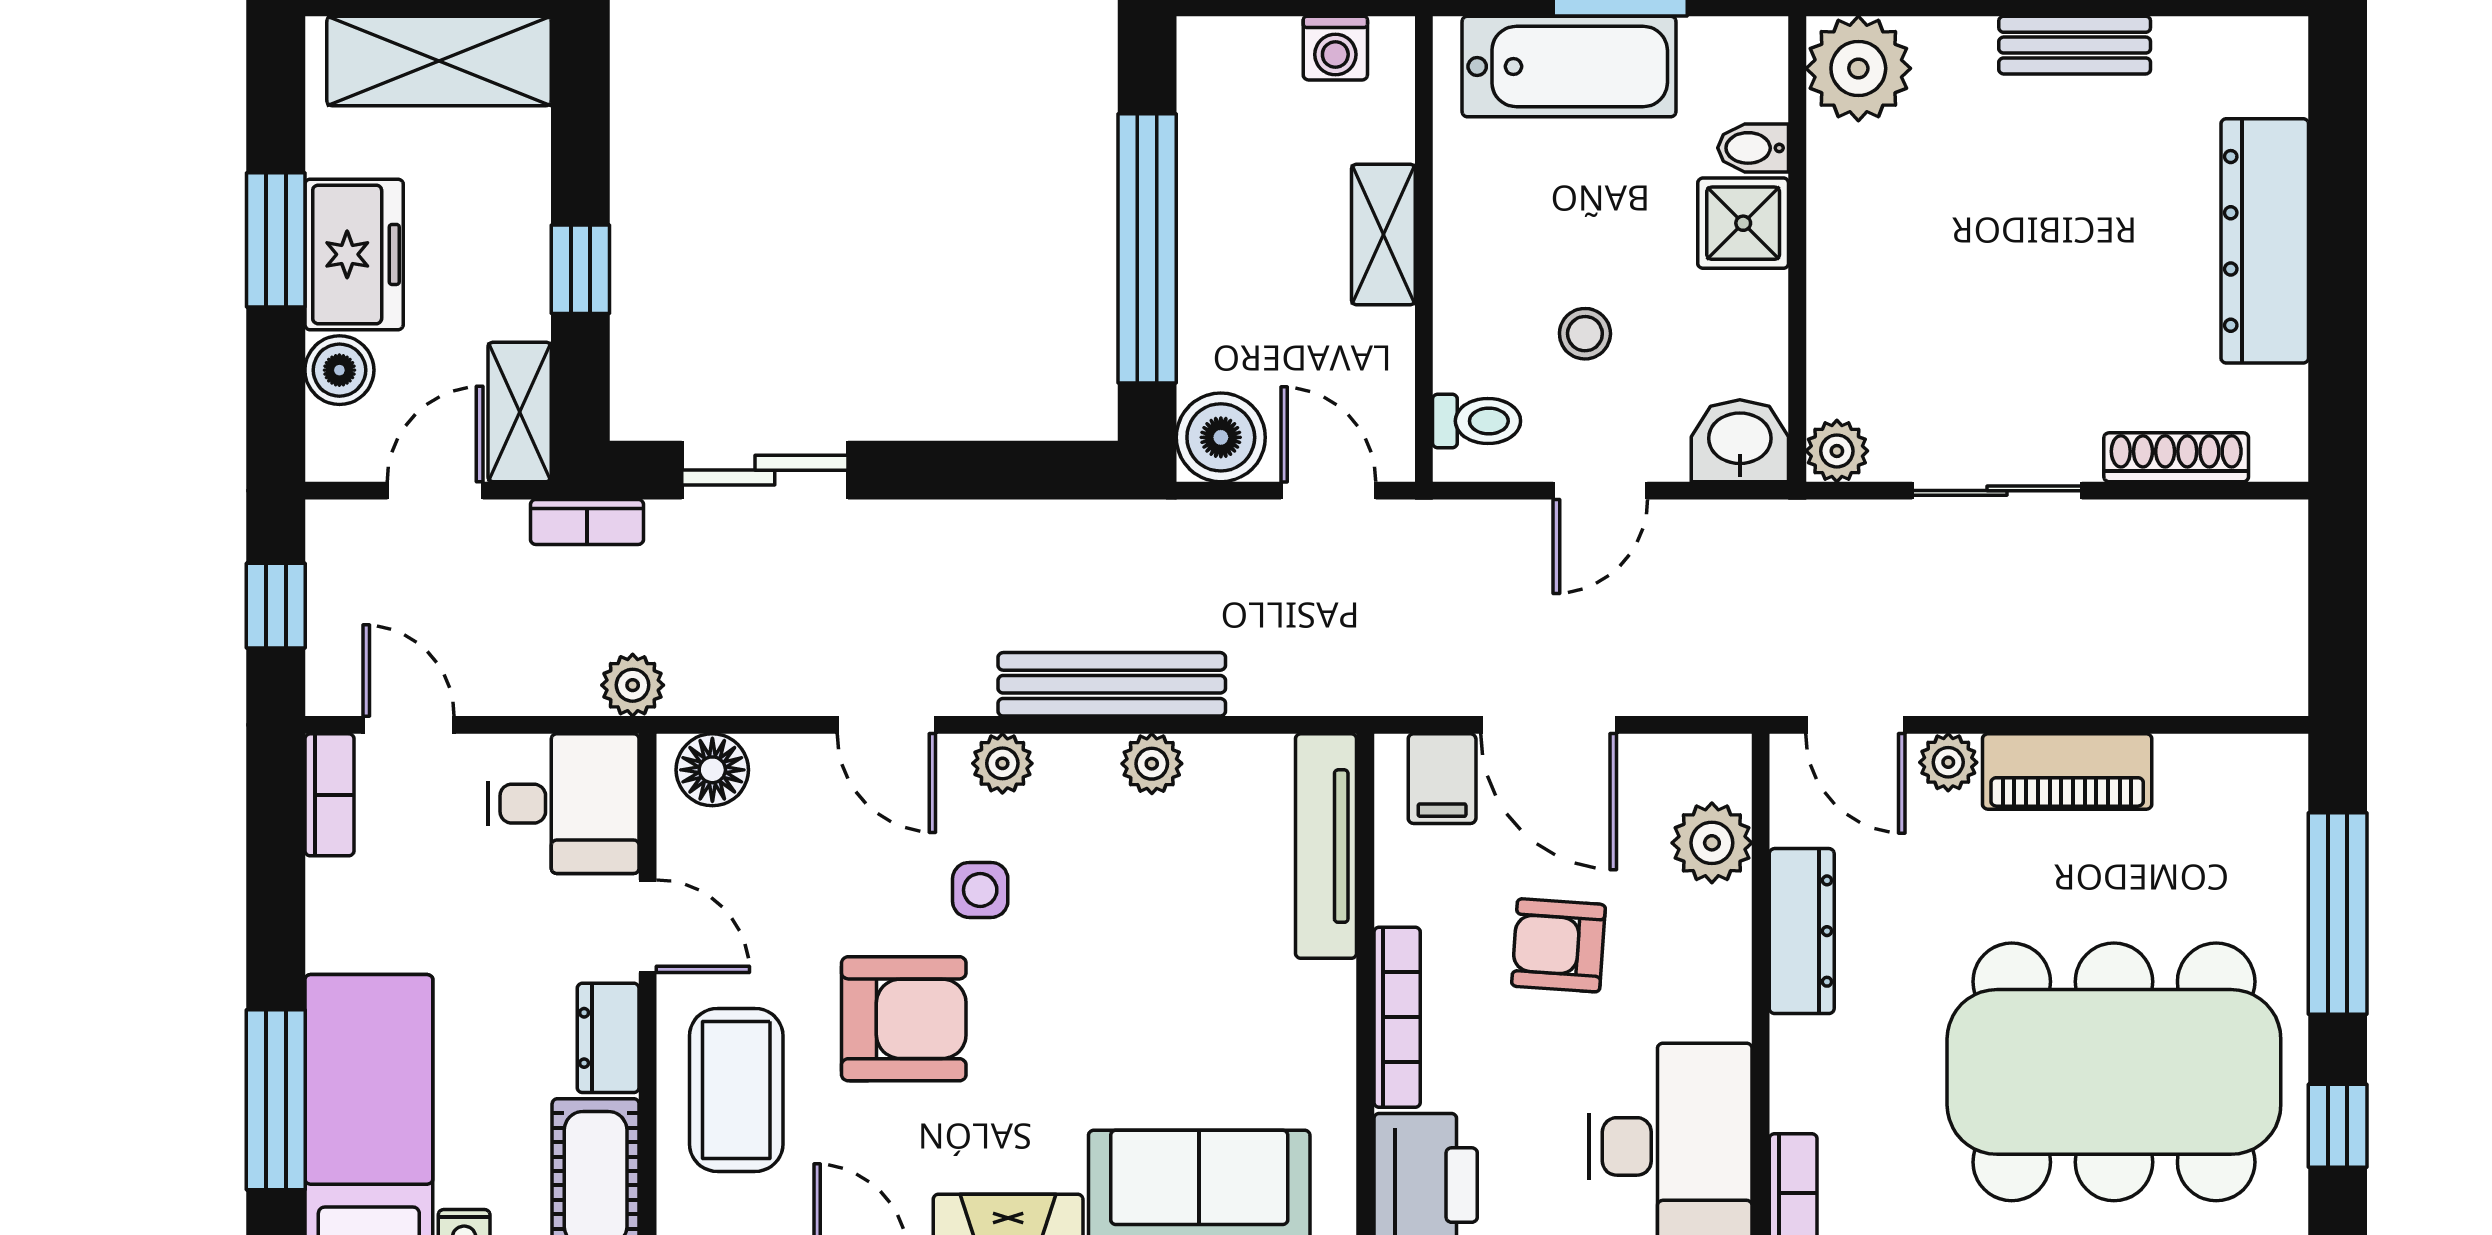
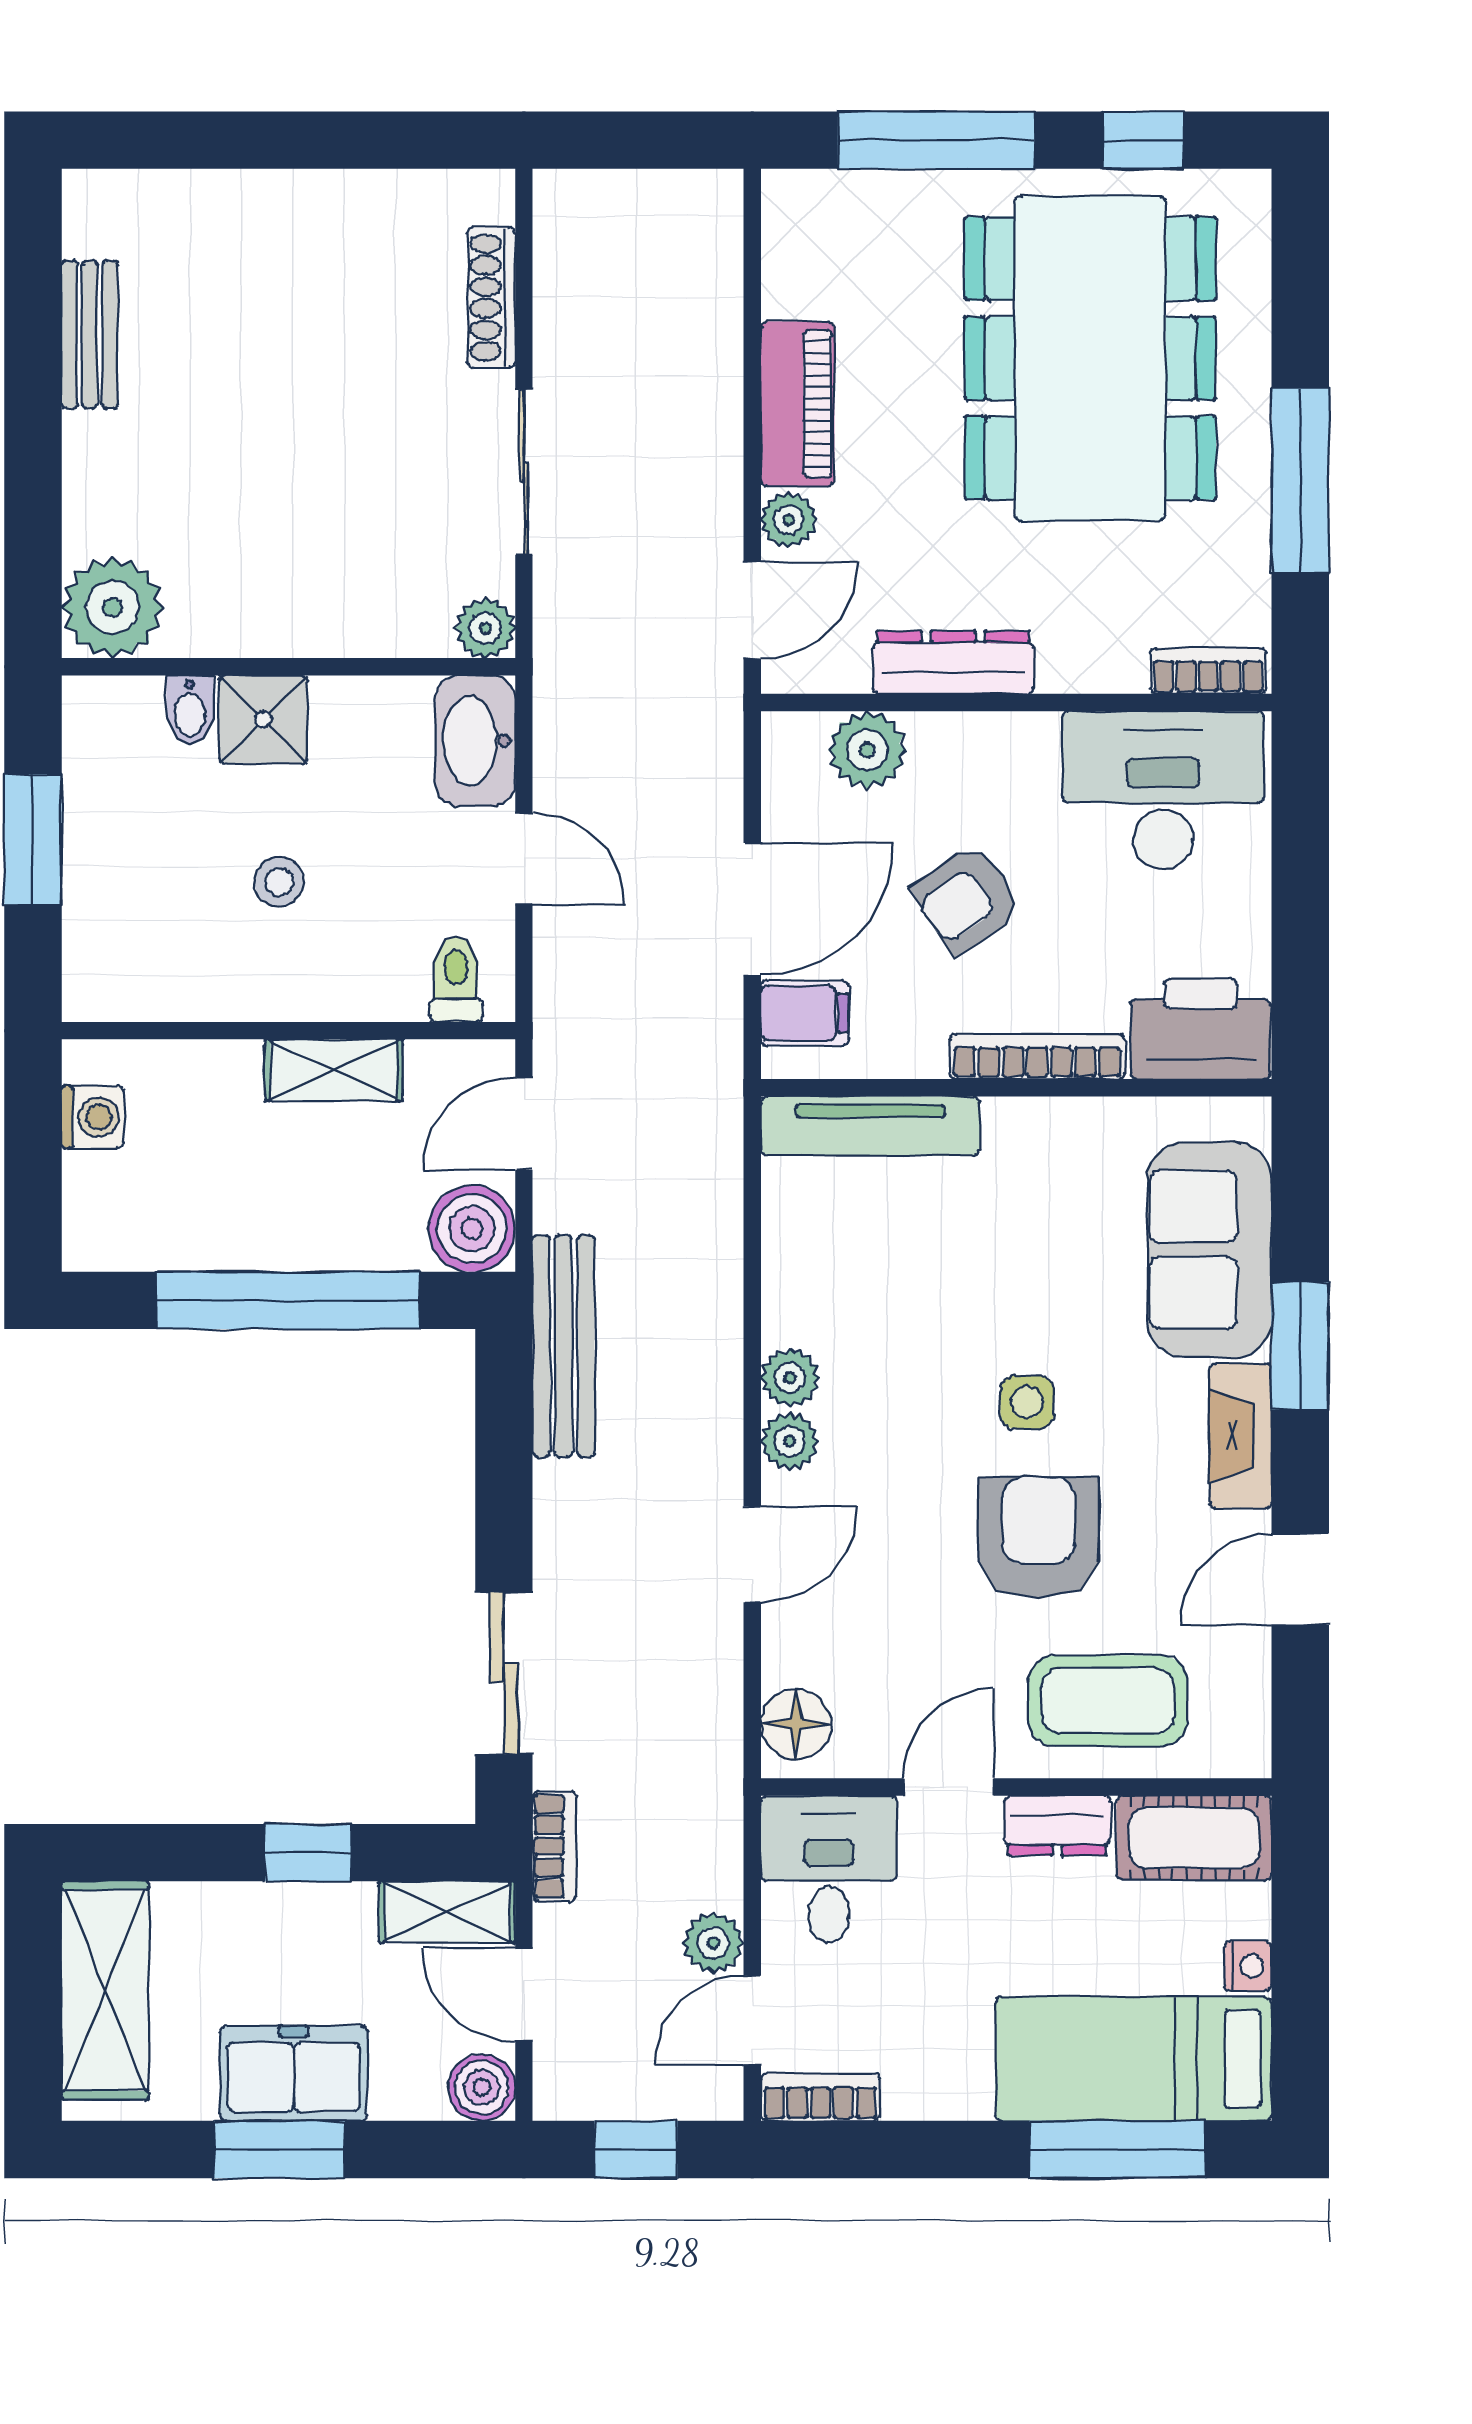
bench: (2075, 45) -> (90, 334), moved
bathtub: (1569, 66) -> (111, 889), removed
shelving: (1383, 235) -> (334, 1070), moved
dresser: (2265, 241) -> (281, 211), removed
stool: (1585, 334) -> (279, 882), moved
boiler: (339, 370) -> (482, 2087), moved
washbasin: (1740, 441) -> (475, 741), width x1.38
bench: (1112, 684) -> (563, 1346), moved
plant: (633, 685) -> (713, 1943), moved
plant: (1152, 764) -> (790, 1378), moved
side table: (980, 890) -> (1027, 1402), moved
armchair: (1559, 945) -> (967, 899), turned 52

